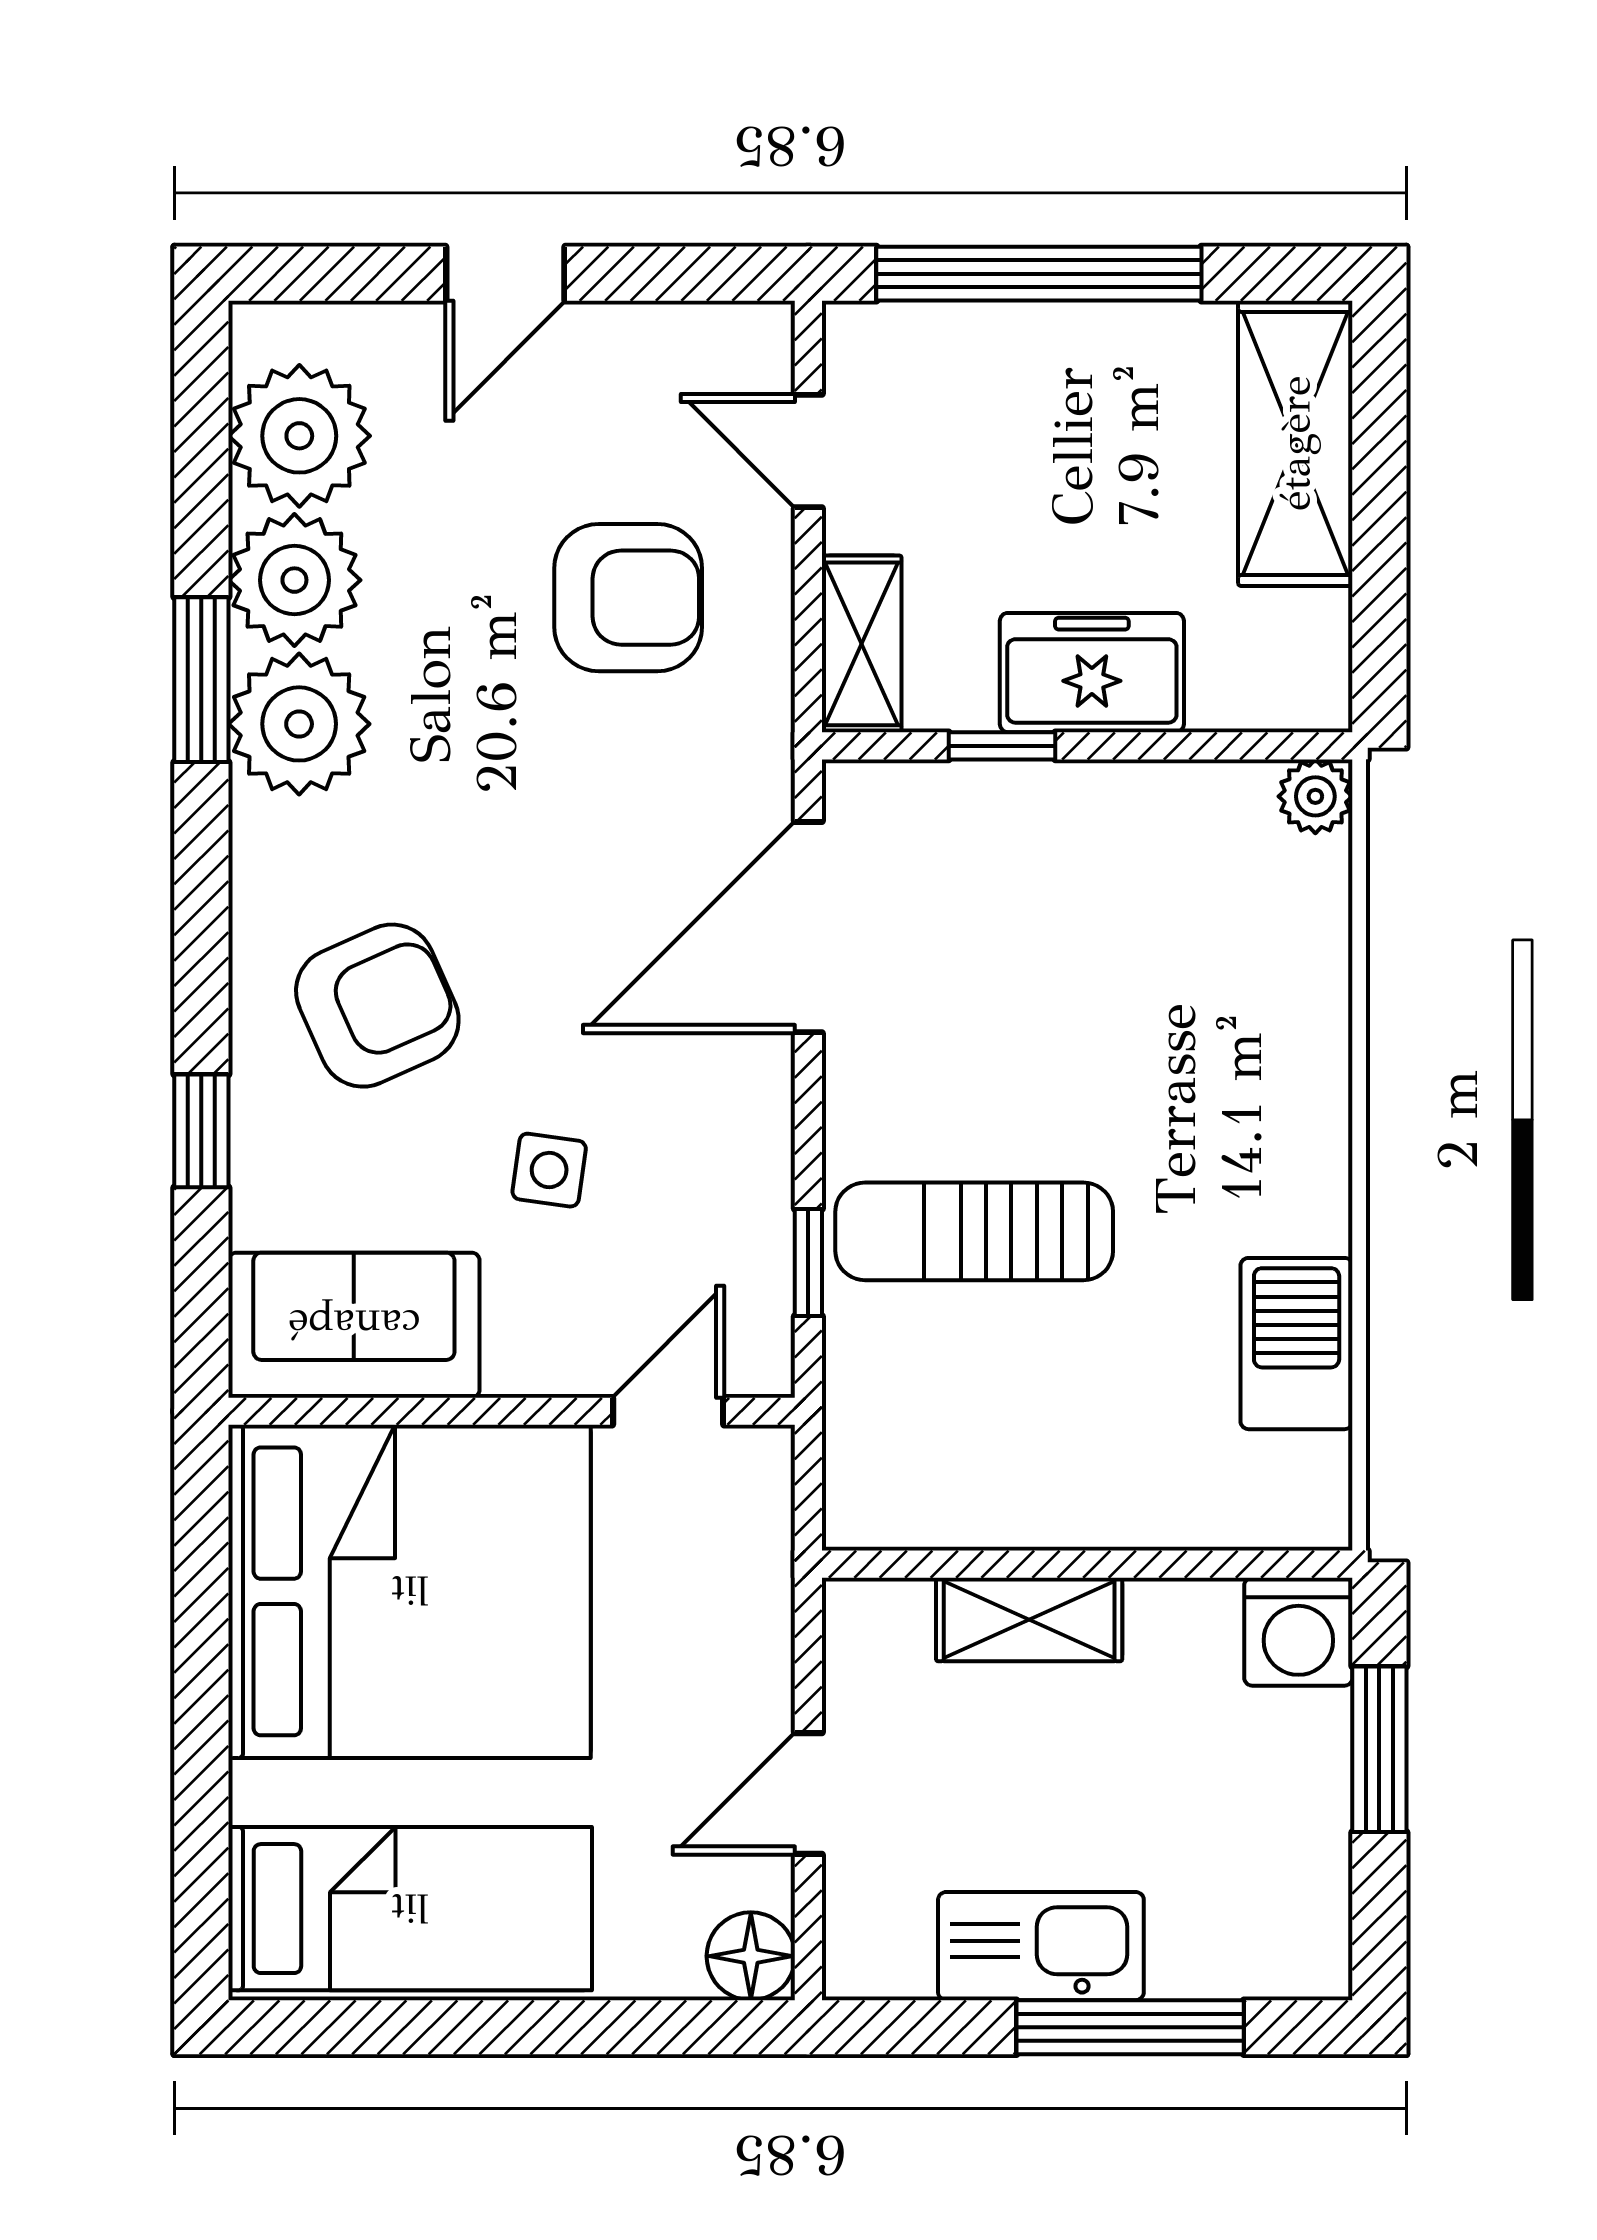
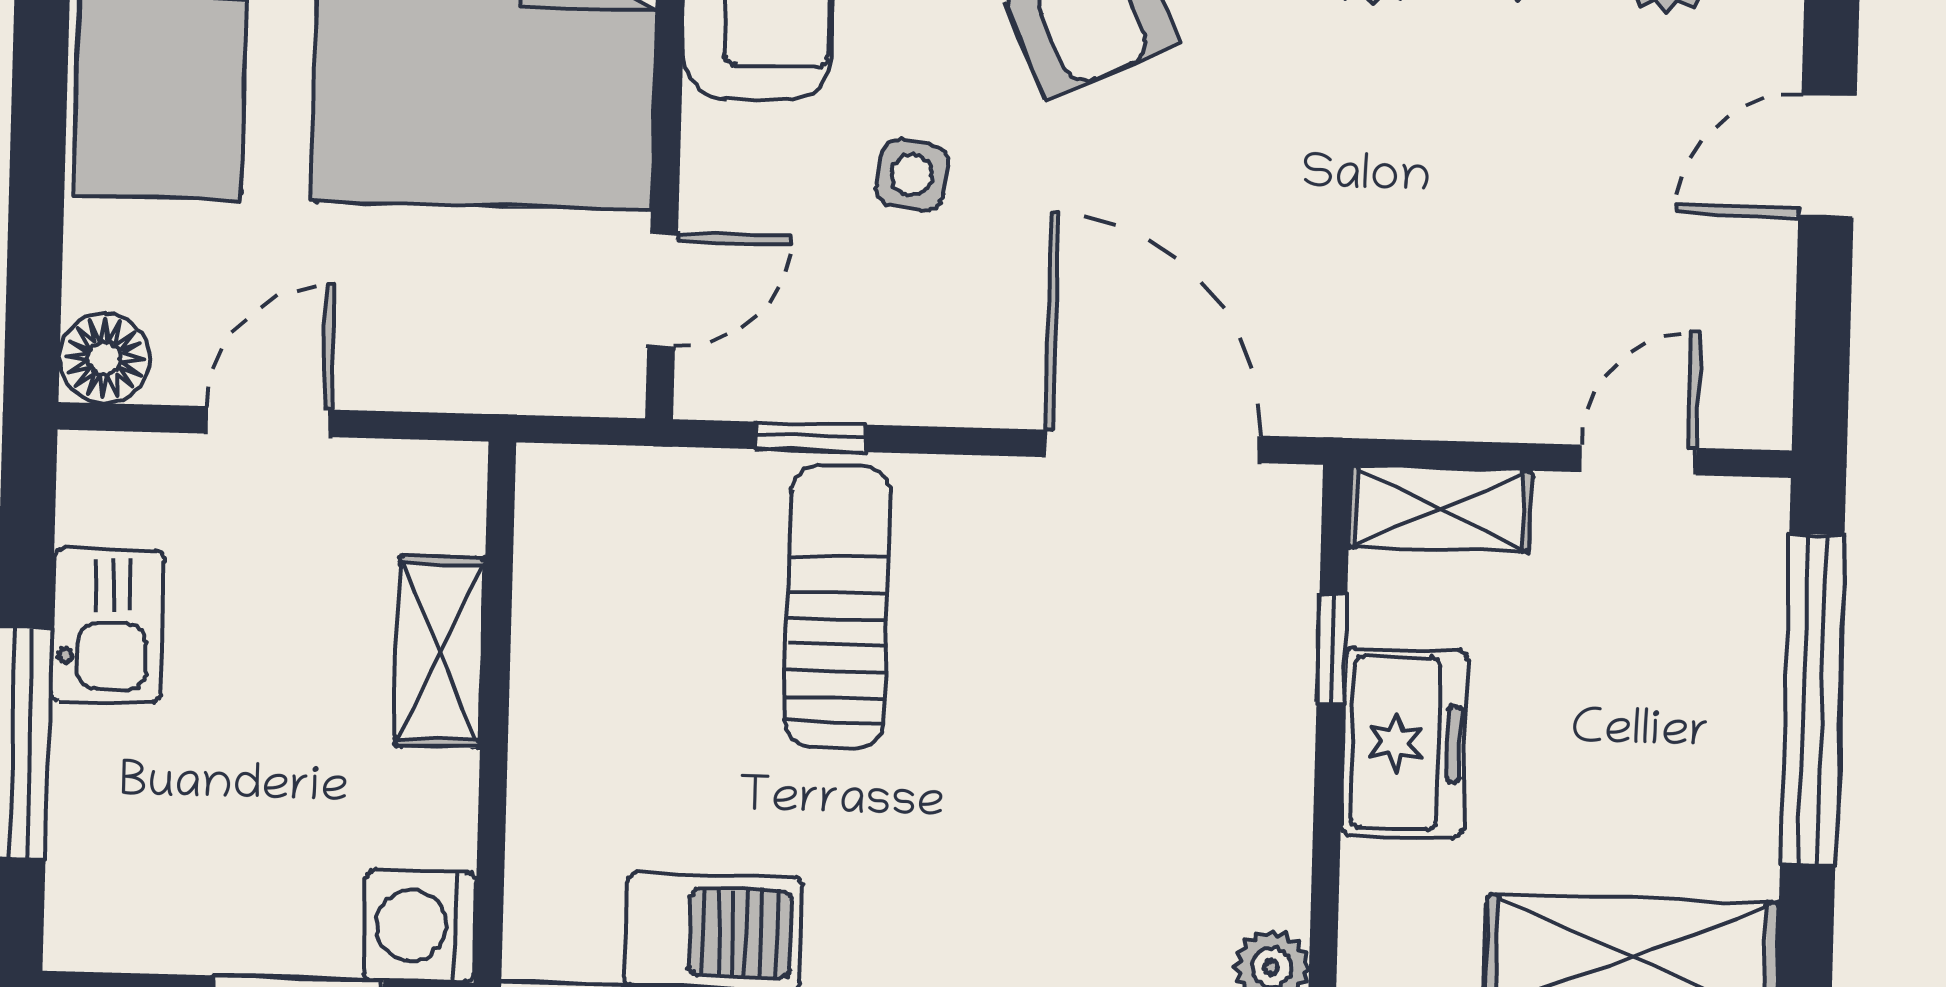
door: (505, 274) -> (1828, 156), hinge flipped
armchair: (628, 598) -> (1494, 272), removed
door: (668, 1411) -> (663, 289), hinge flipped
door: (808, 1793) -> (269, 422), hinge flipped
kitchen sink: (1041, 1946) -> (107, 626), width x0.73

